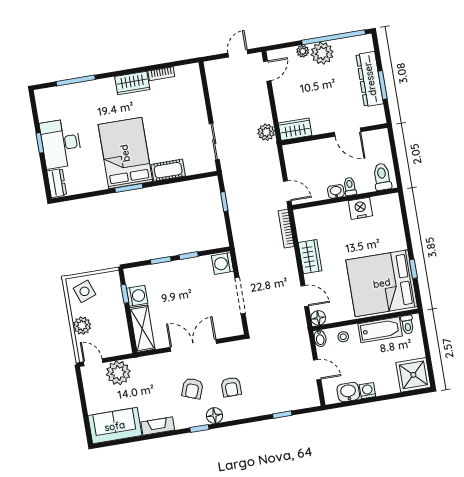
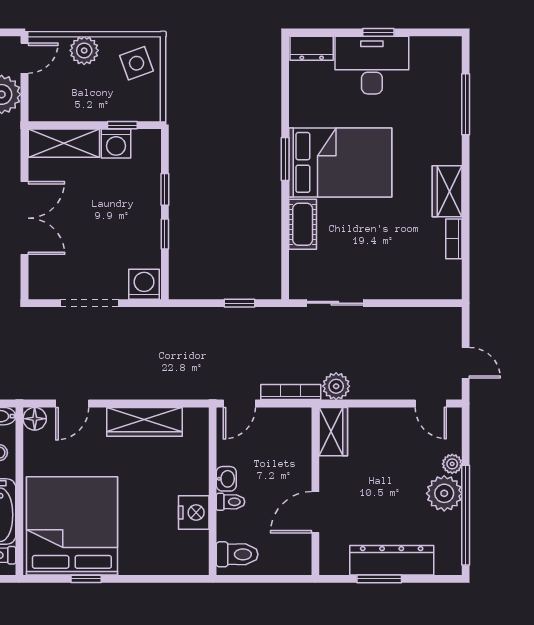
bookcase: (286, 229) -> (291, 392), moved
wardrobe: (310, 257) -> (144, 422), width x1.50

